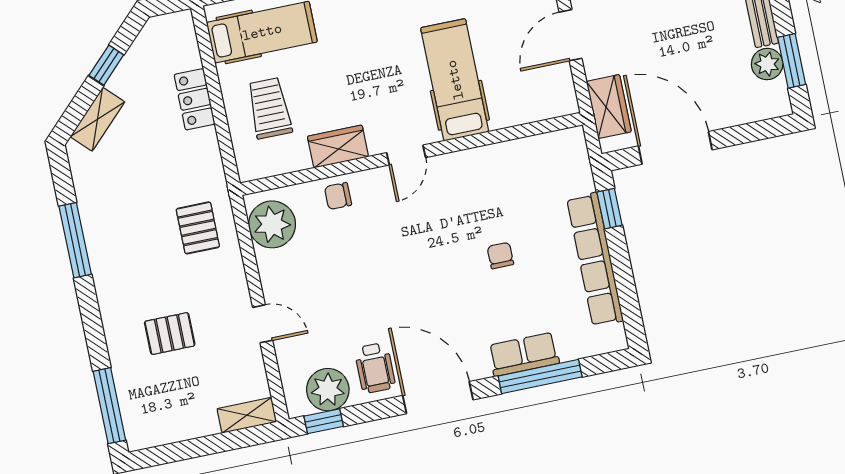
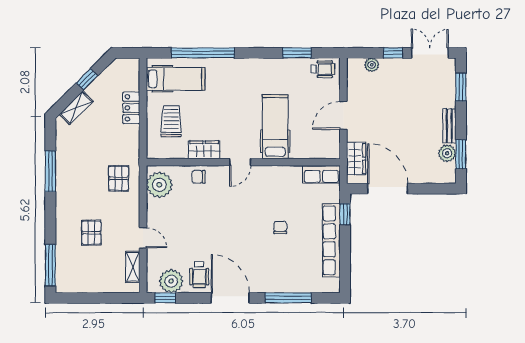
pallet: (170, 334) -> (91, 233), turned 90
row of seats: (524, 354) -> (321, 174), moved, turned 180
shelving: (247, 415) -> (133, 267), moved, turned 90

